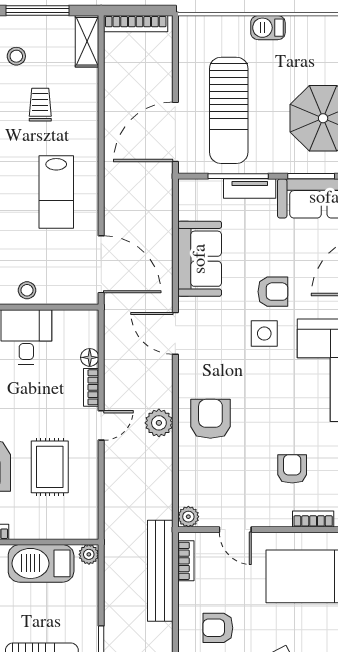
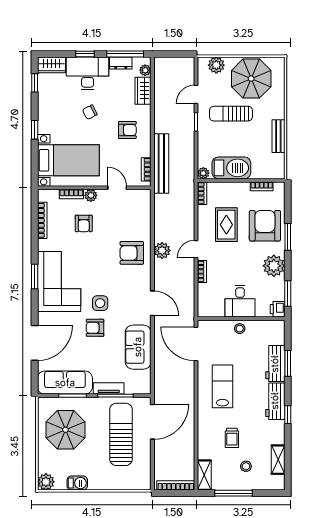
barbecue: (268, 28) -> (77, 483), moved
floor lamp: (90, 357) -> (203, 289), removed
armchair: (210, 419) -> (132, 253), turned 90
plant: (188, 517) -> (91, 195), moved
bookcase: (91, 520) -> (202, 193), added

